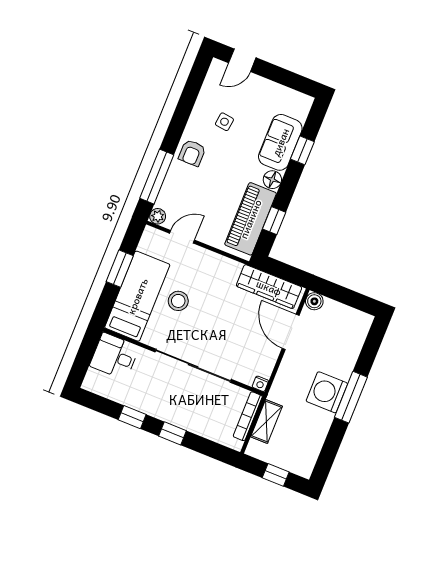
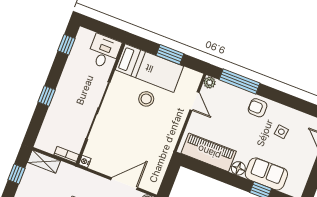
window: (274, 221) -> (207, 170), removed
wardrobe: (269, 287) -> (158, 167), removed
bookcase: (248, 416) -> (67, 155), width x0.64
window: (132, 417) -> (66, 45), moved
shelving: (266, 421) -> (44, 162), moved

